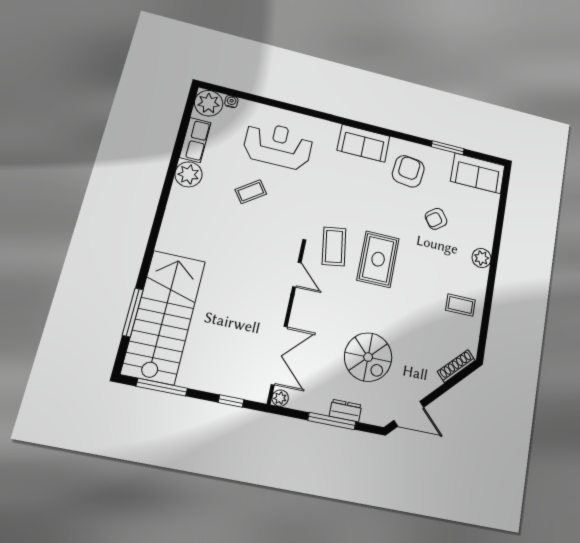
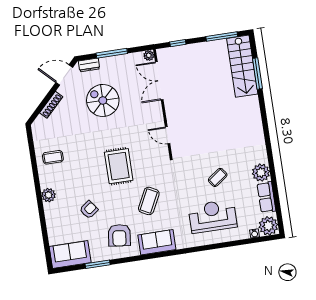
reception desk: (278, 145) -> (213, 216), turned 180
coffee table: (334, 246) -> (149, 201), moved, turned 36
stairs: (164, 317) -> (242, 66), width x0.73, depth x0.66
shoe rack: (456, 366) -> (51, 105), moved
dresser: (345, 411) -> (89, 65), moved

